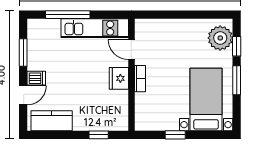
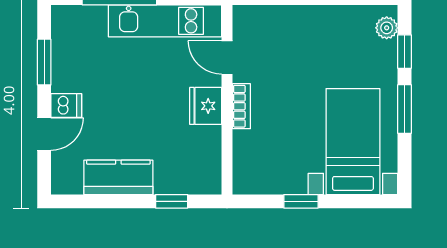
plant: (220, 38) -> (387, 28), width x0.53, depth x0.53
kitchen counter: (52, 121) -> (118, 177), moved

